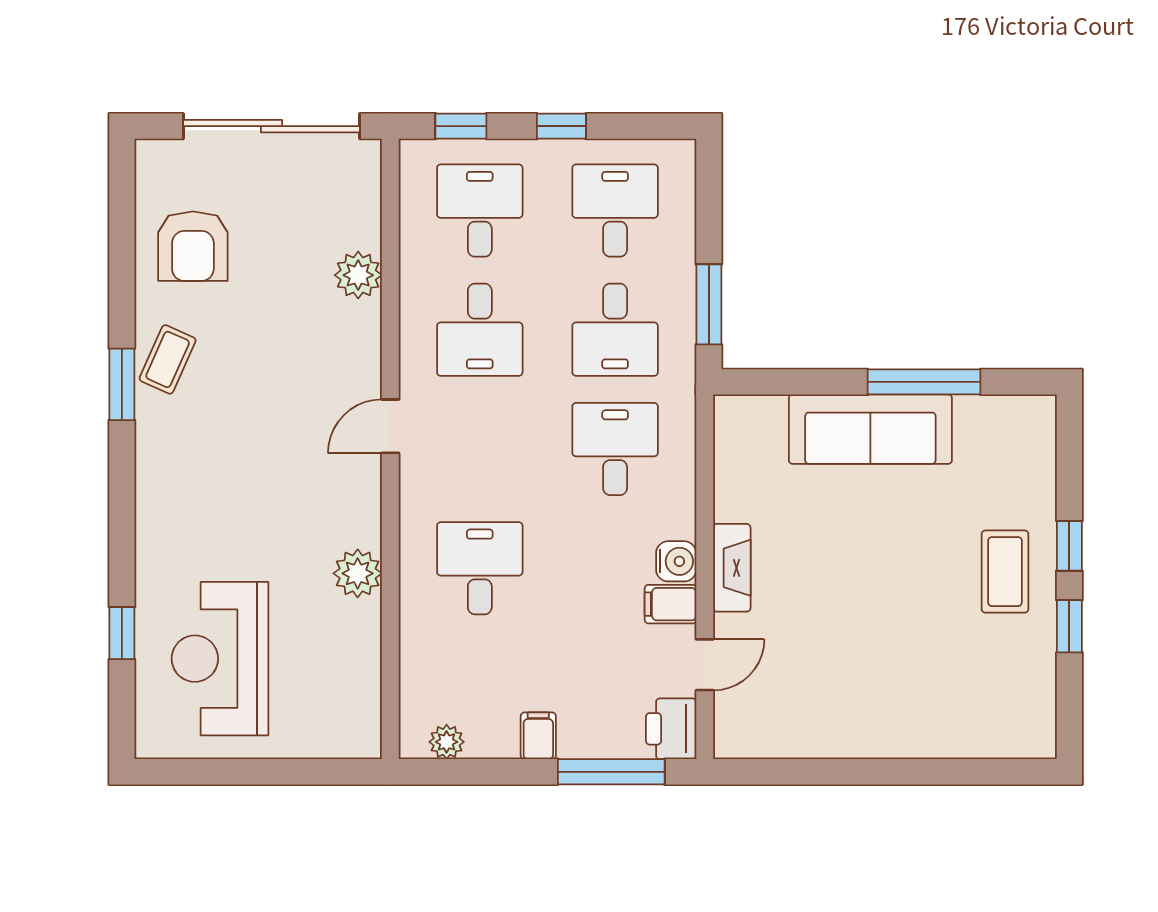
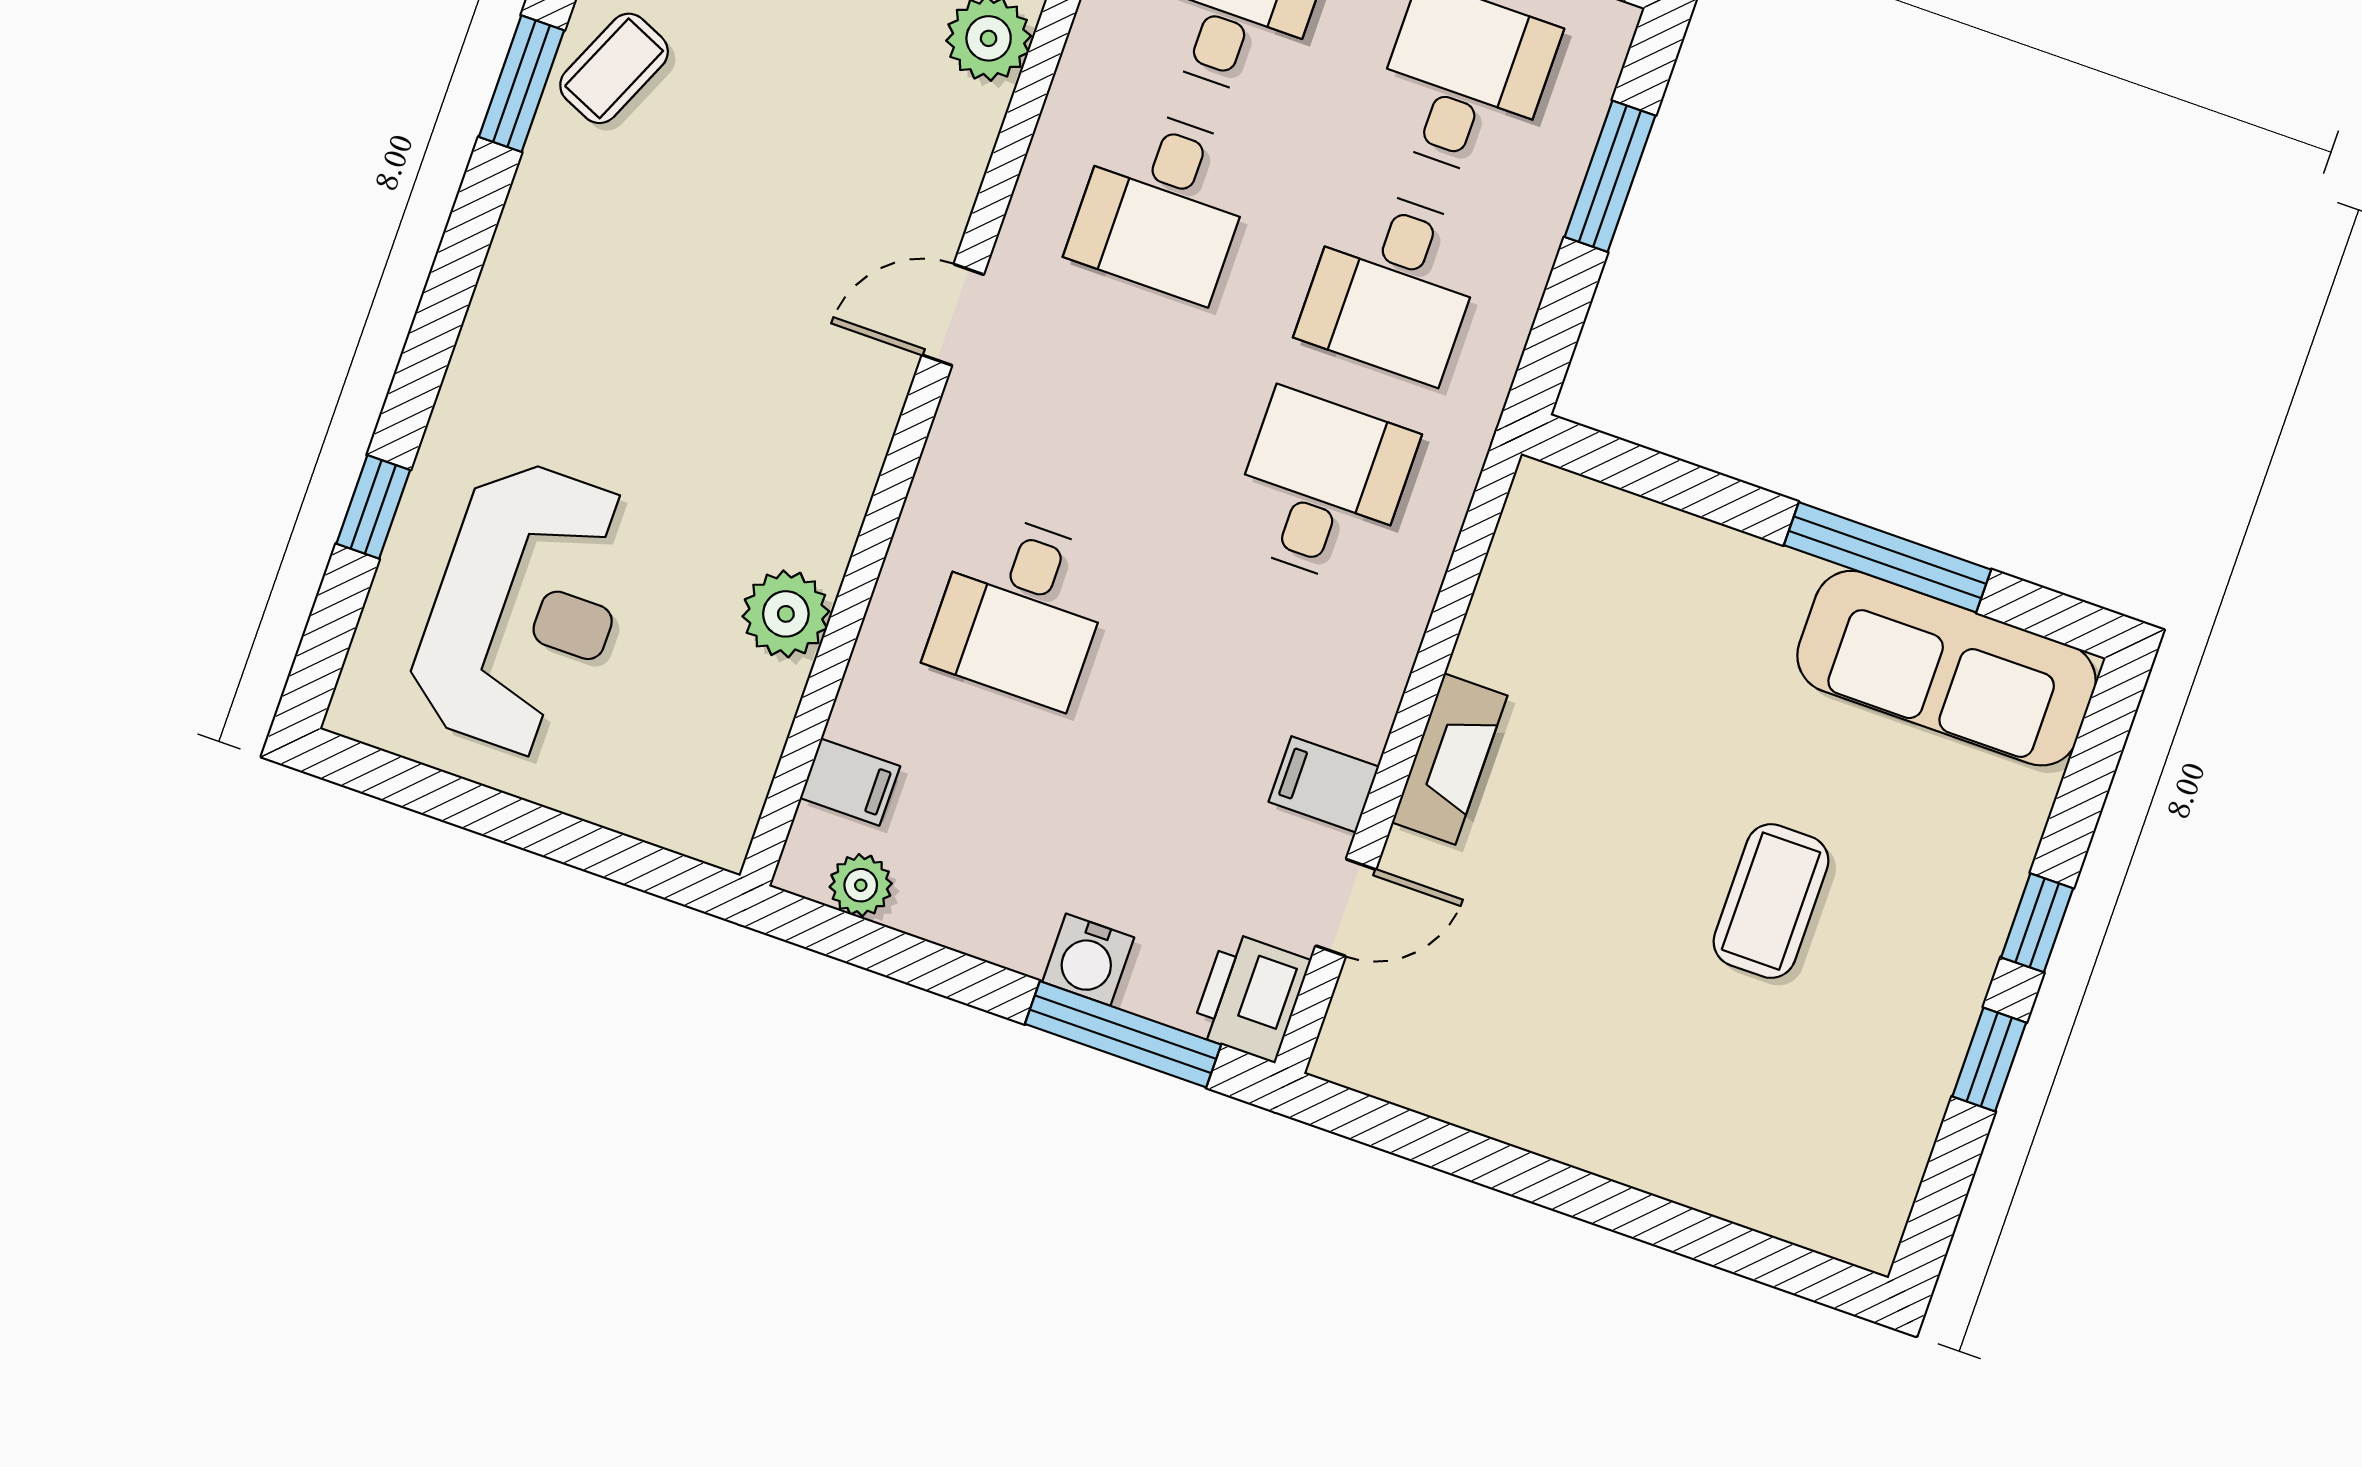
window: (709, 304) -> (1610, 176), moved
sofa: (870, 429) -> (1946, 668), moved
water cooler: (676, 561) -> (1088, 960), moved, turned 90
desk: (480, 568) -> (1021, 610), turned 180
coffee table: (1005, 572) -> (1771, 901), moved
plant: (358, 573) -> (786, 614), moved
reception desk: (220, 659) -> (525, 609), turned 180
filing cabinet: (538, 736) -> (850, 782), moved, turned 90

